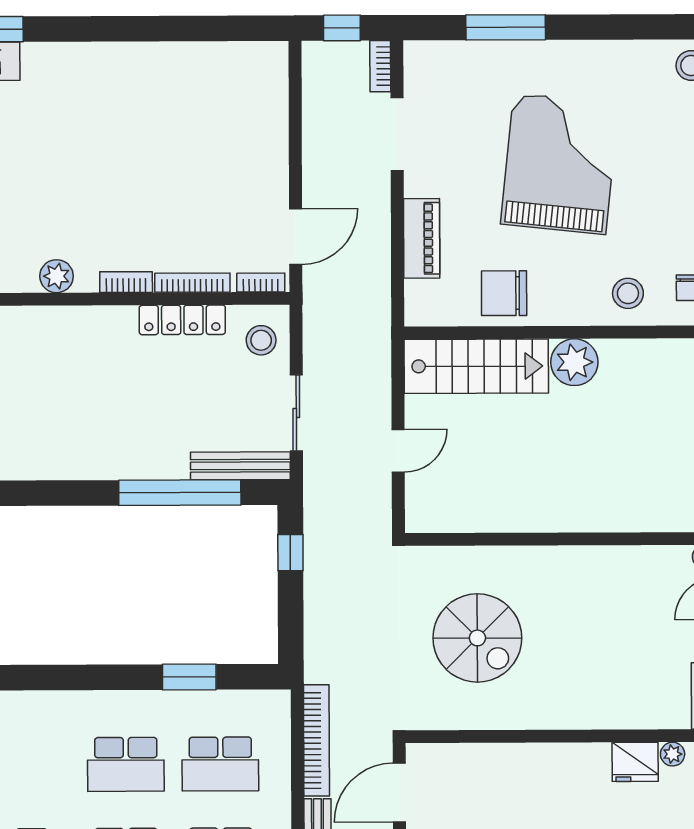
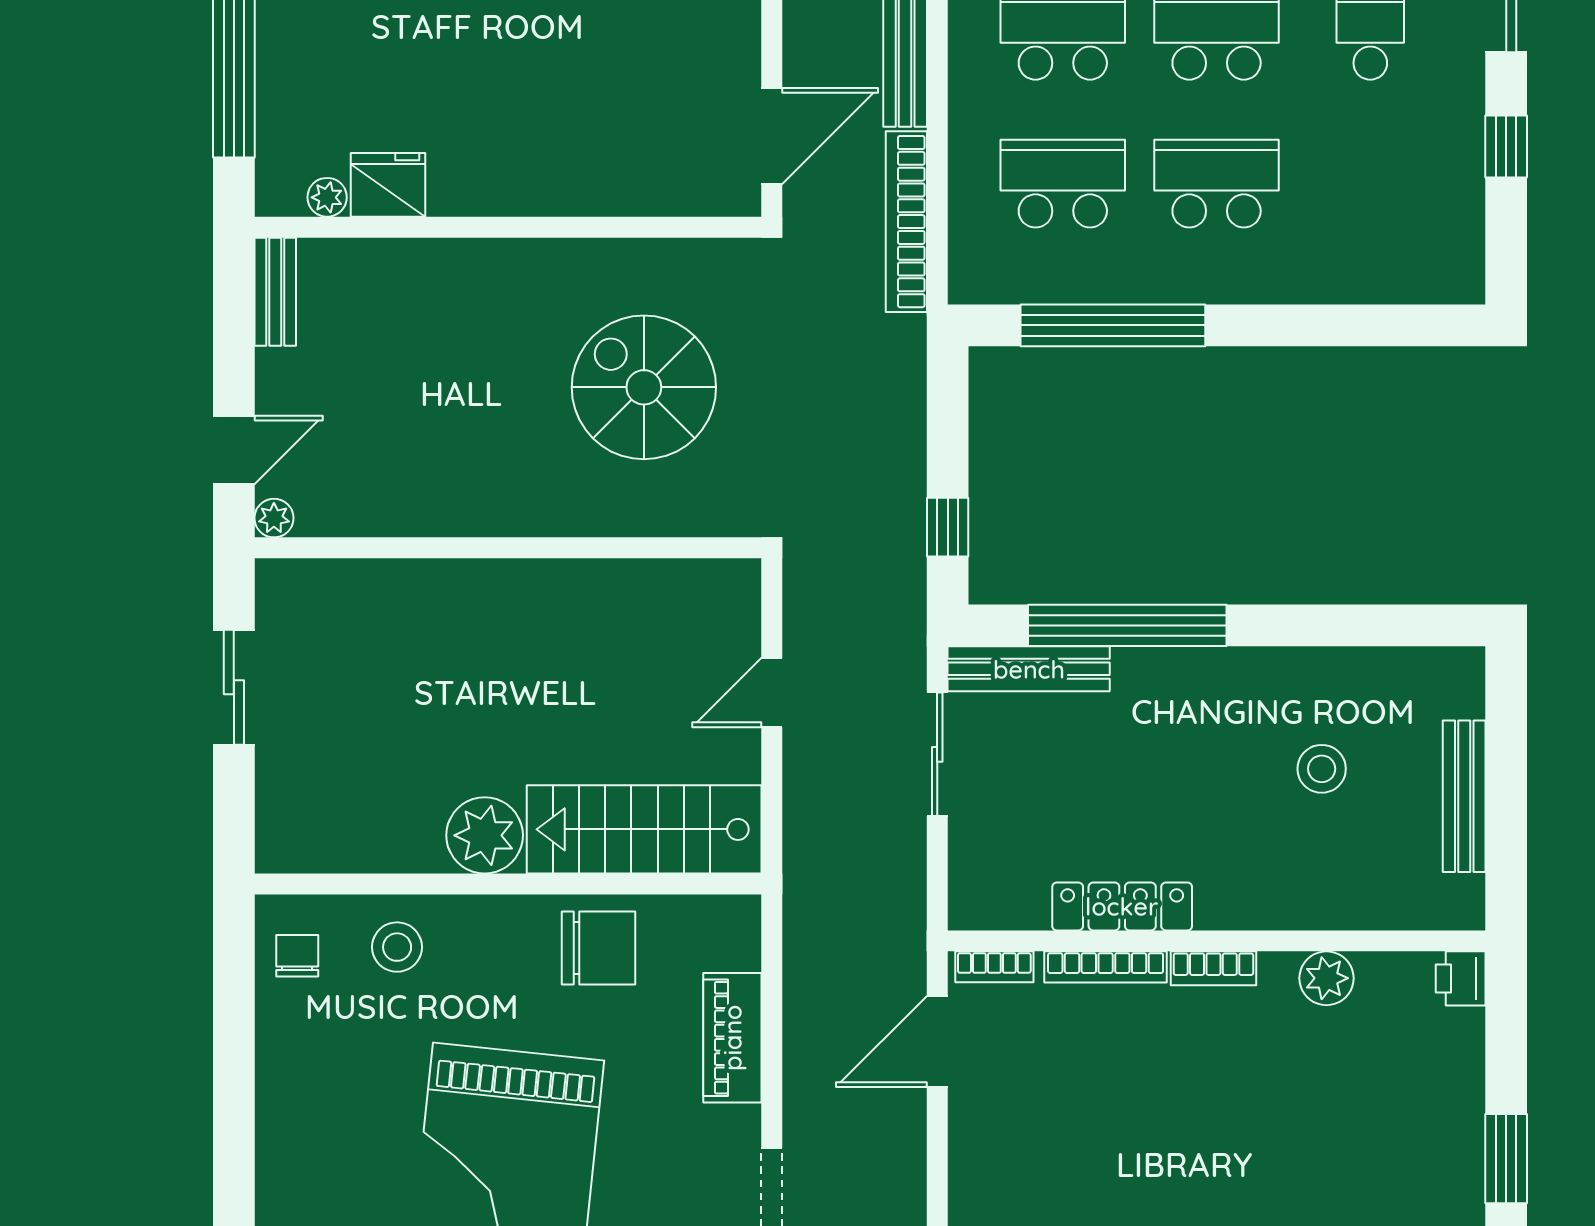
stool: (261, 340) -> (1322, 769), moved
window: (189, 677) -> (1113, 325), width x2.11

